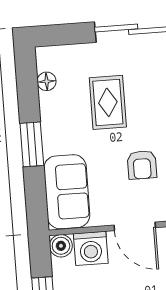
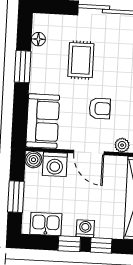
window: (32, 144) -> (23, 67), moved
armchair: (142, 165) -> (100, 109), turned -90

